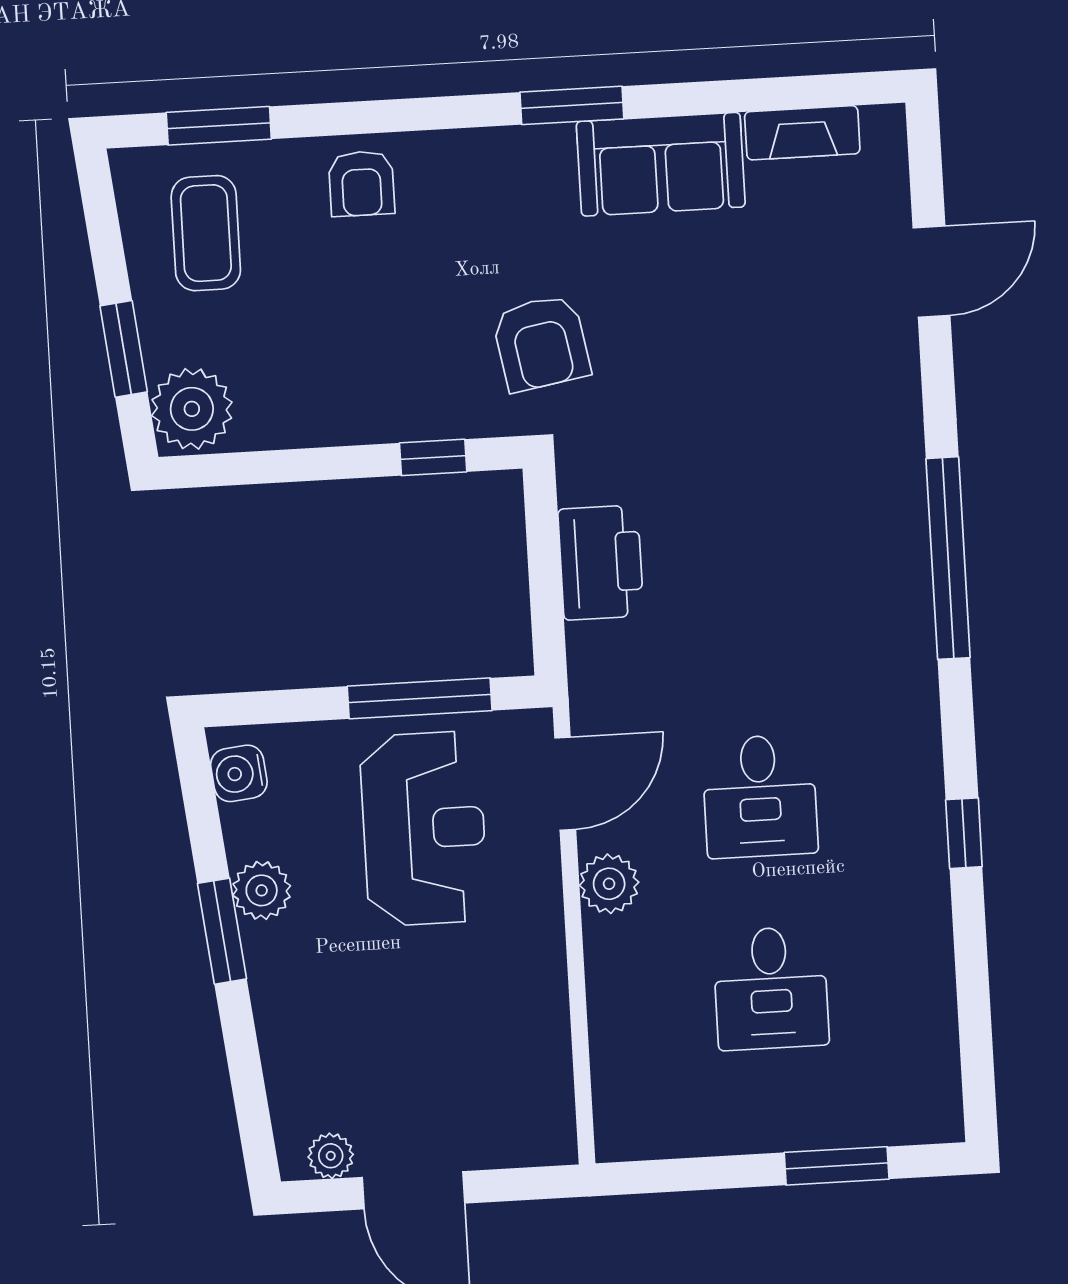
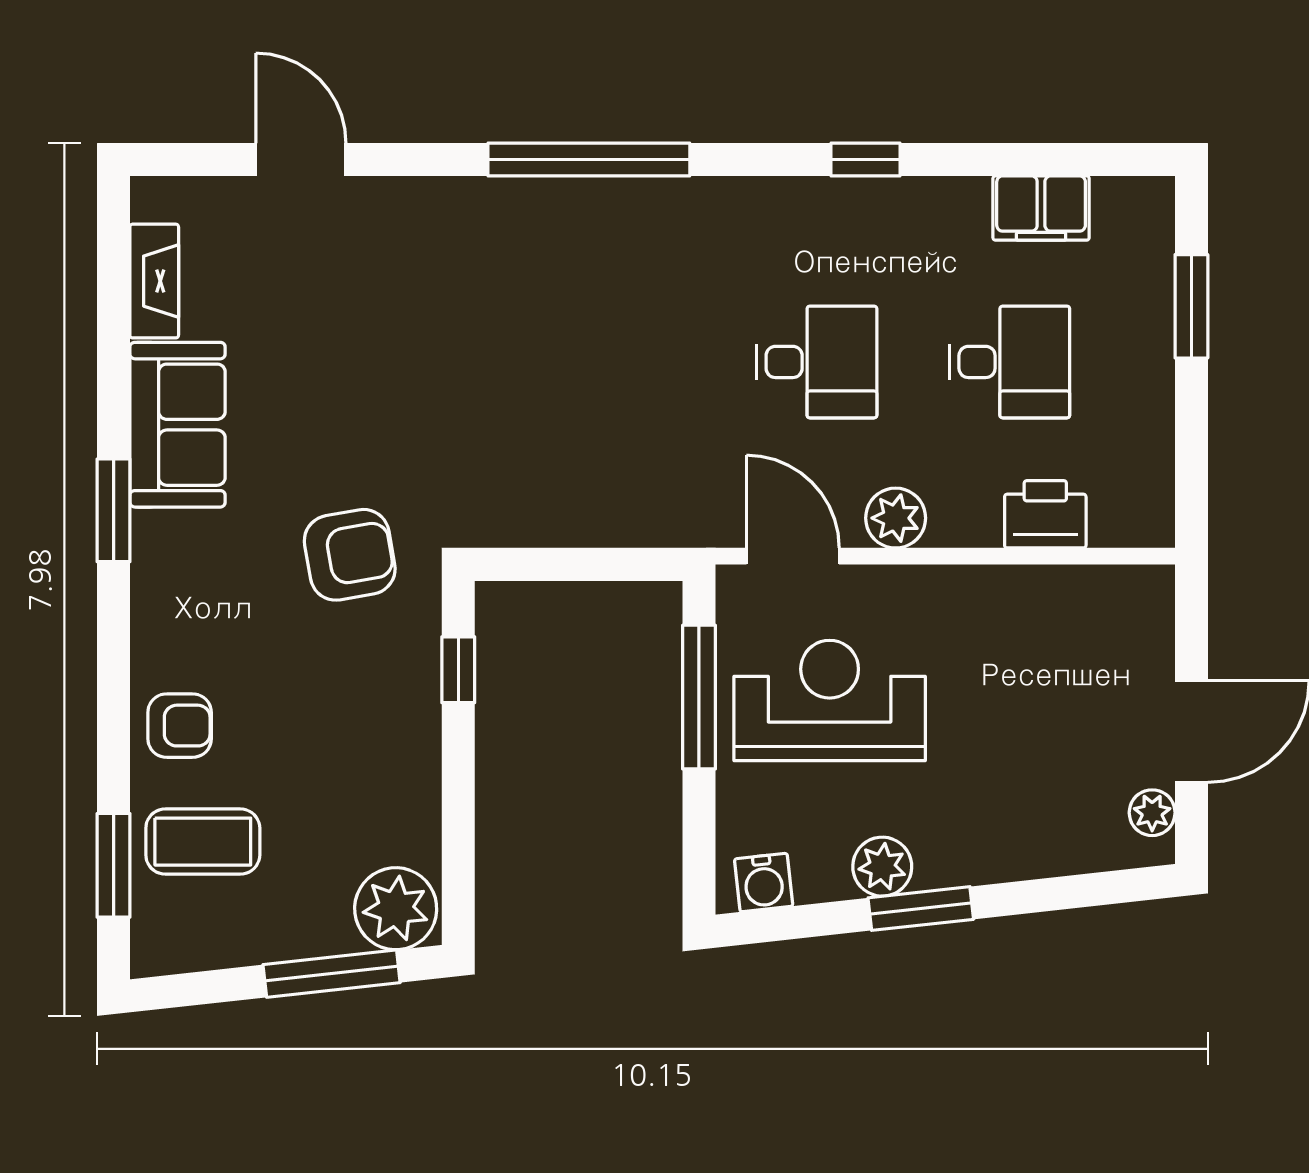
coffee table: (206, 233) -> (203, 842), moved
window: (124, 349) -> (332, 974), width x1.44
printer: (601, 563) -> (1045, 514), moved, width x0.73, depth x0.84
filing cabinet: (926, 1011) -> (1041, 208), added

